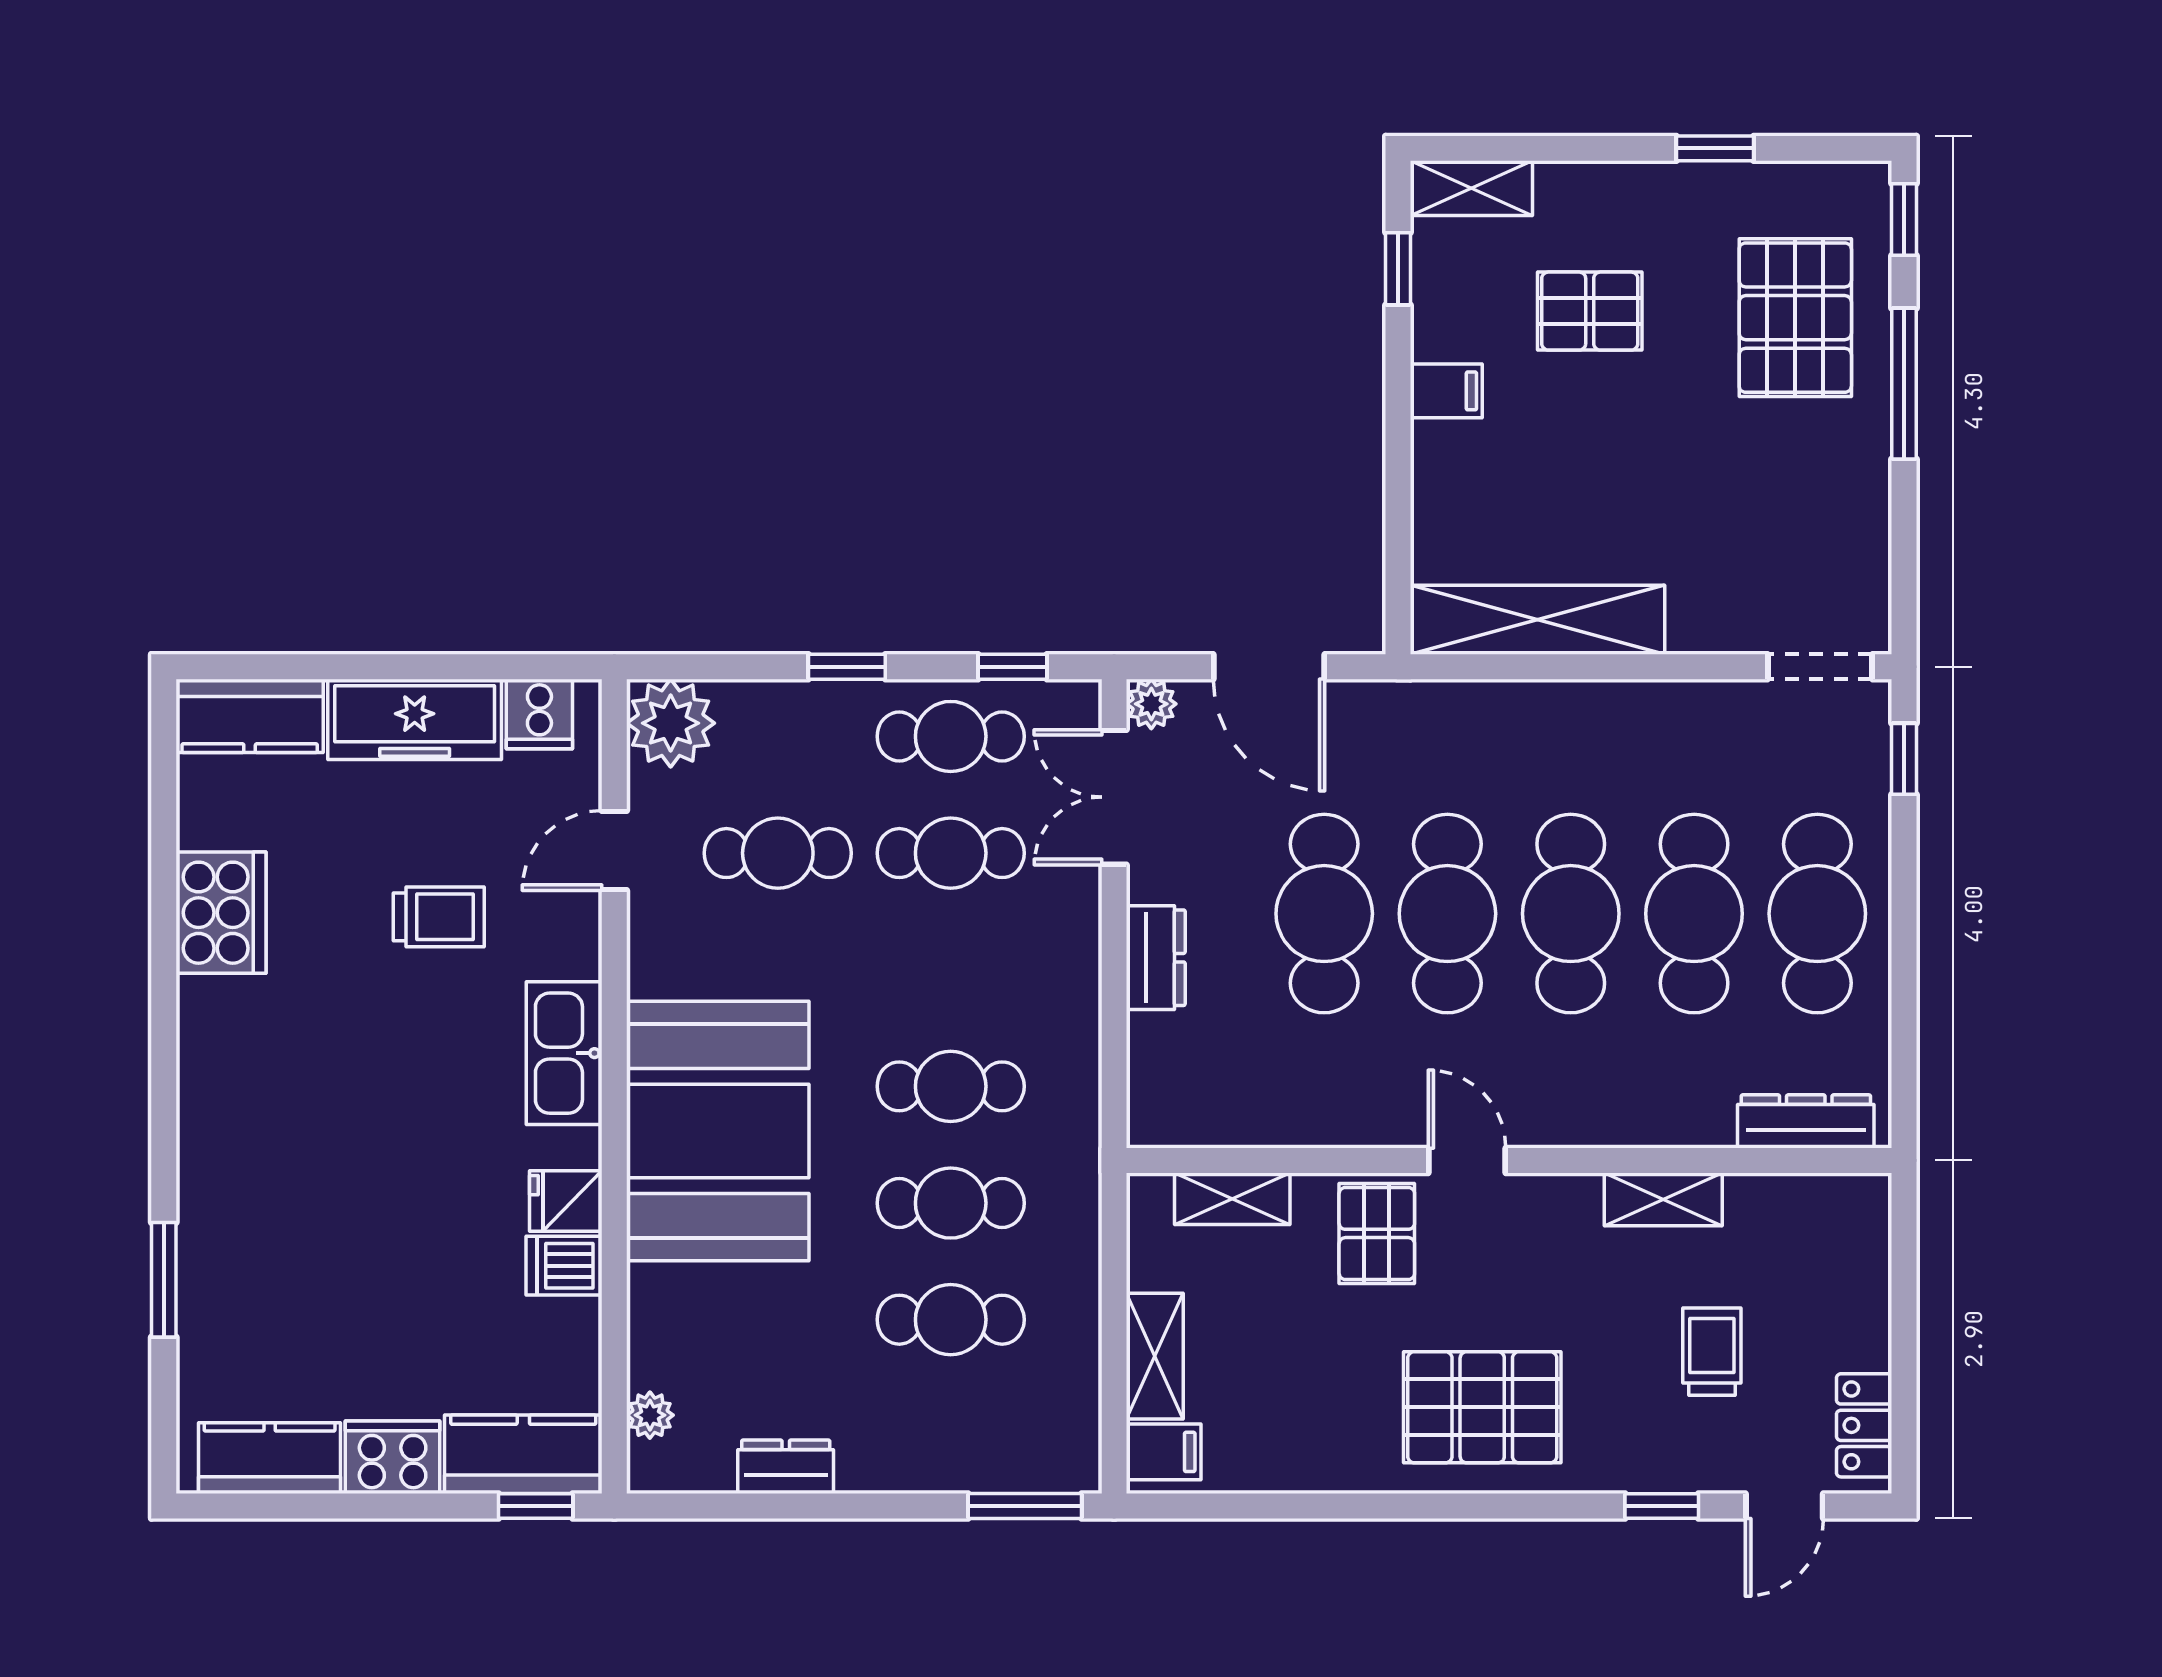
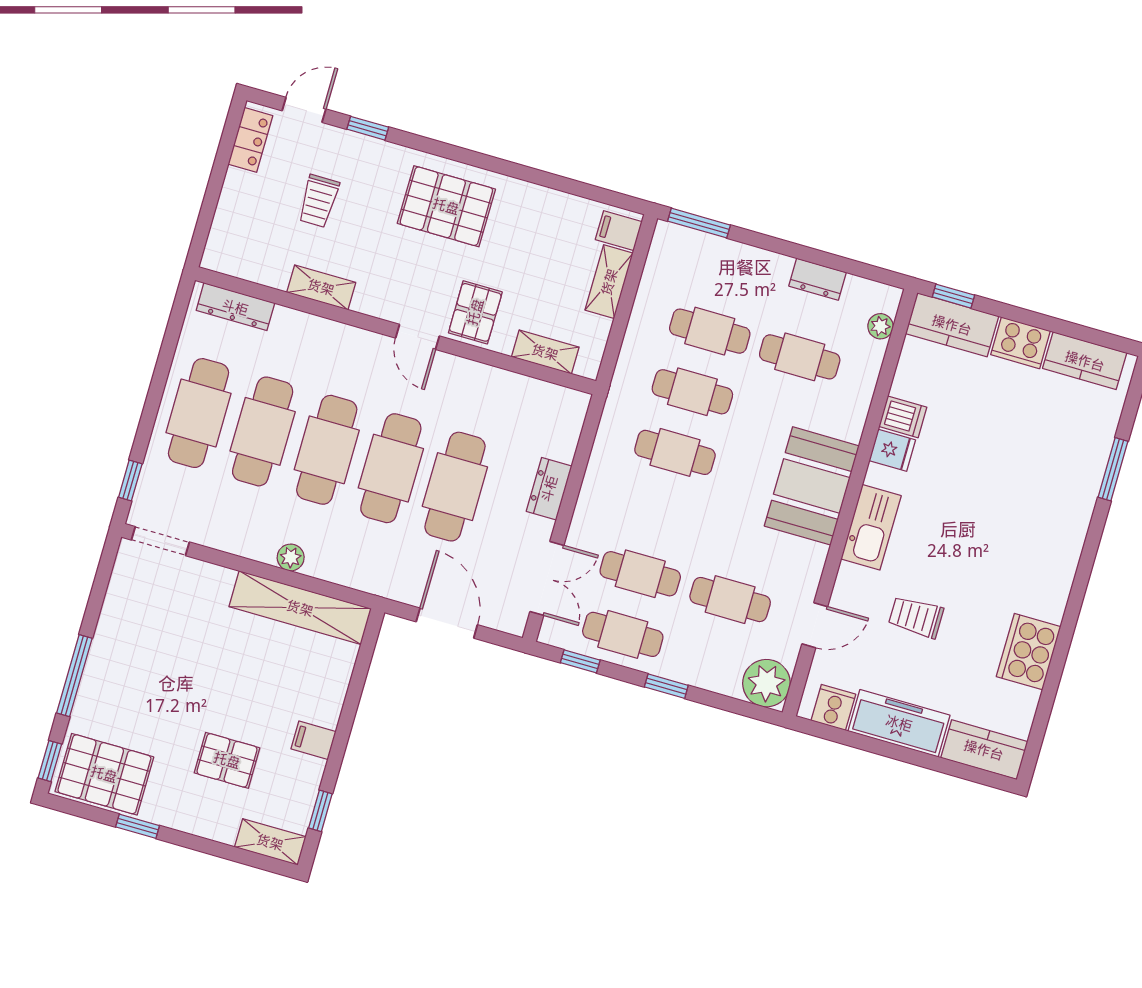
pallet: (1795, 318) -> (104, 774), moved, turned 90
plant: (1151, 704) -> (291, 557), moved
booth: (718, 1131) -> (812, 486), width x0.73, depth x0.70
cafe table: (778, 1320) -> (800, 357), added

